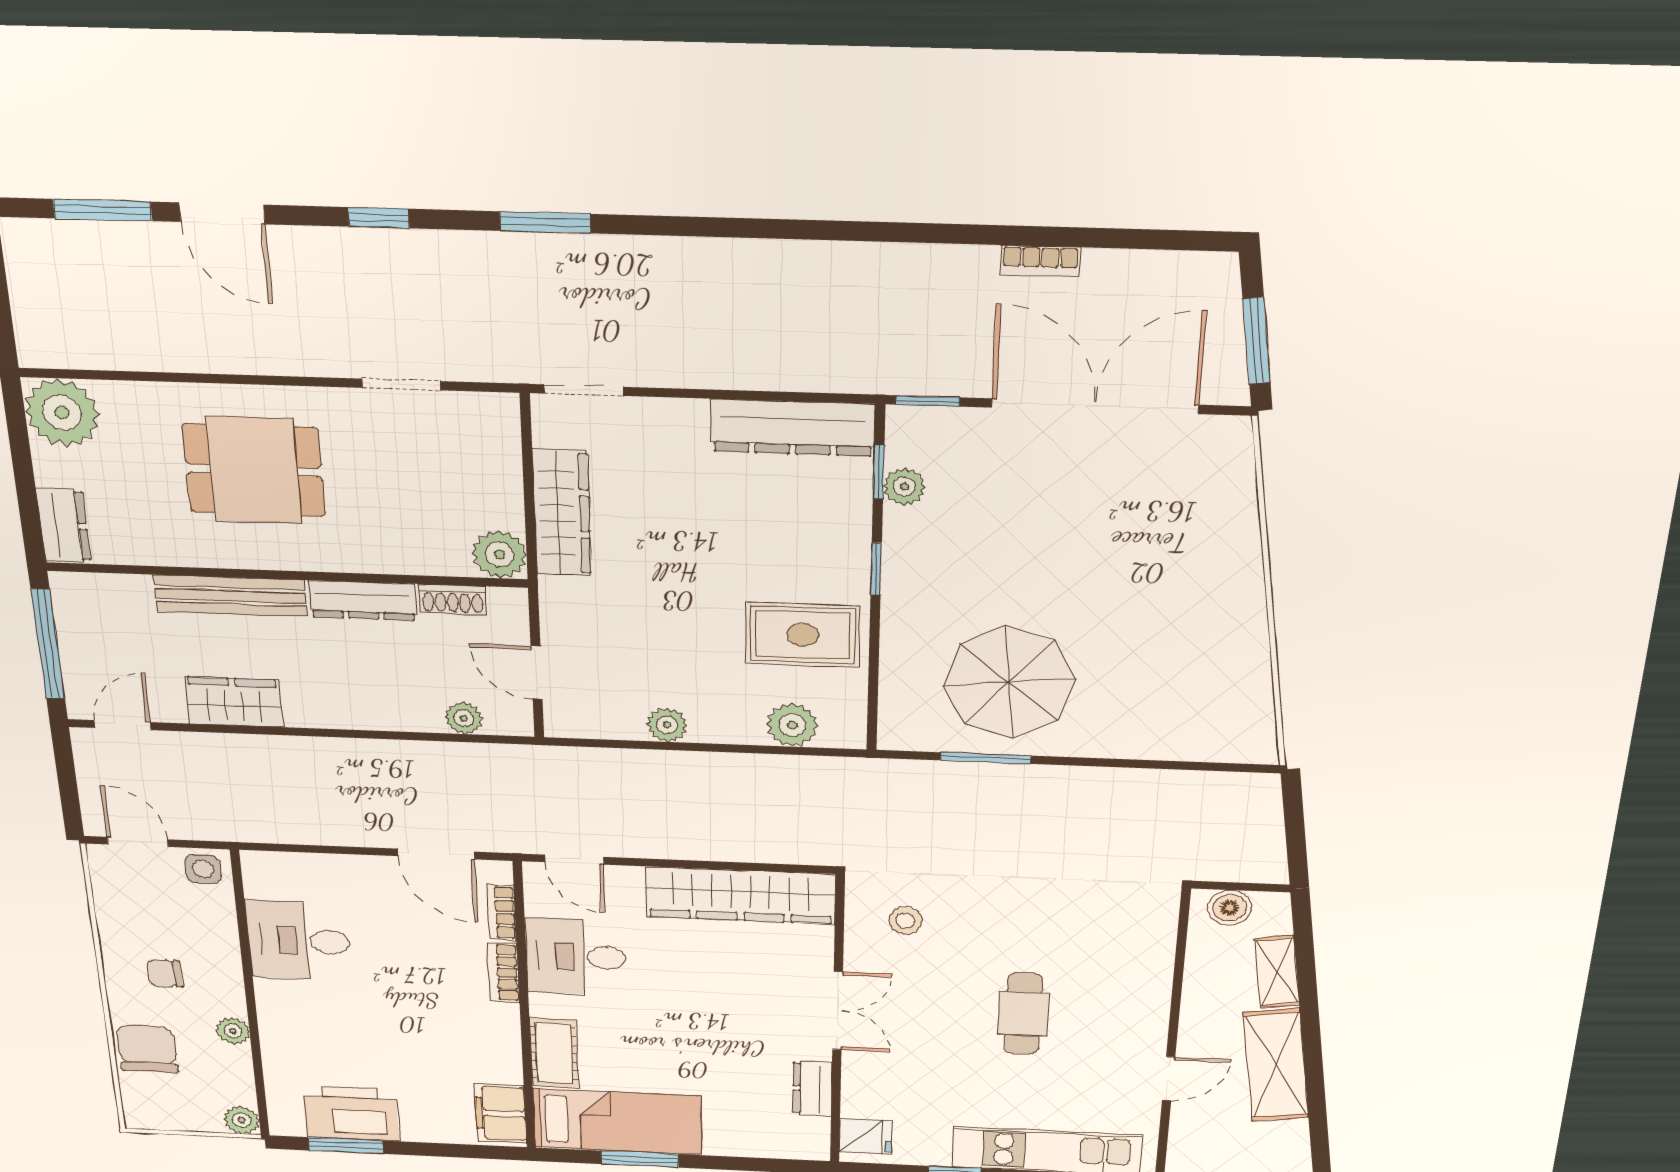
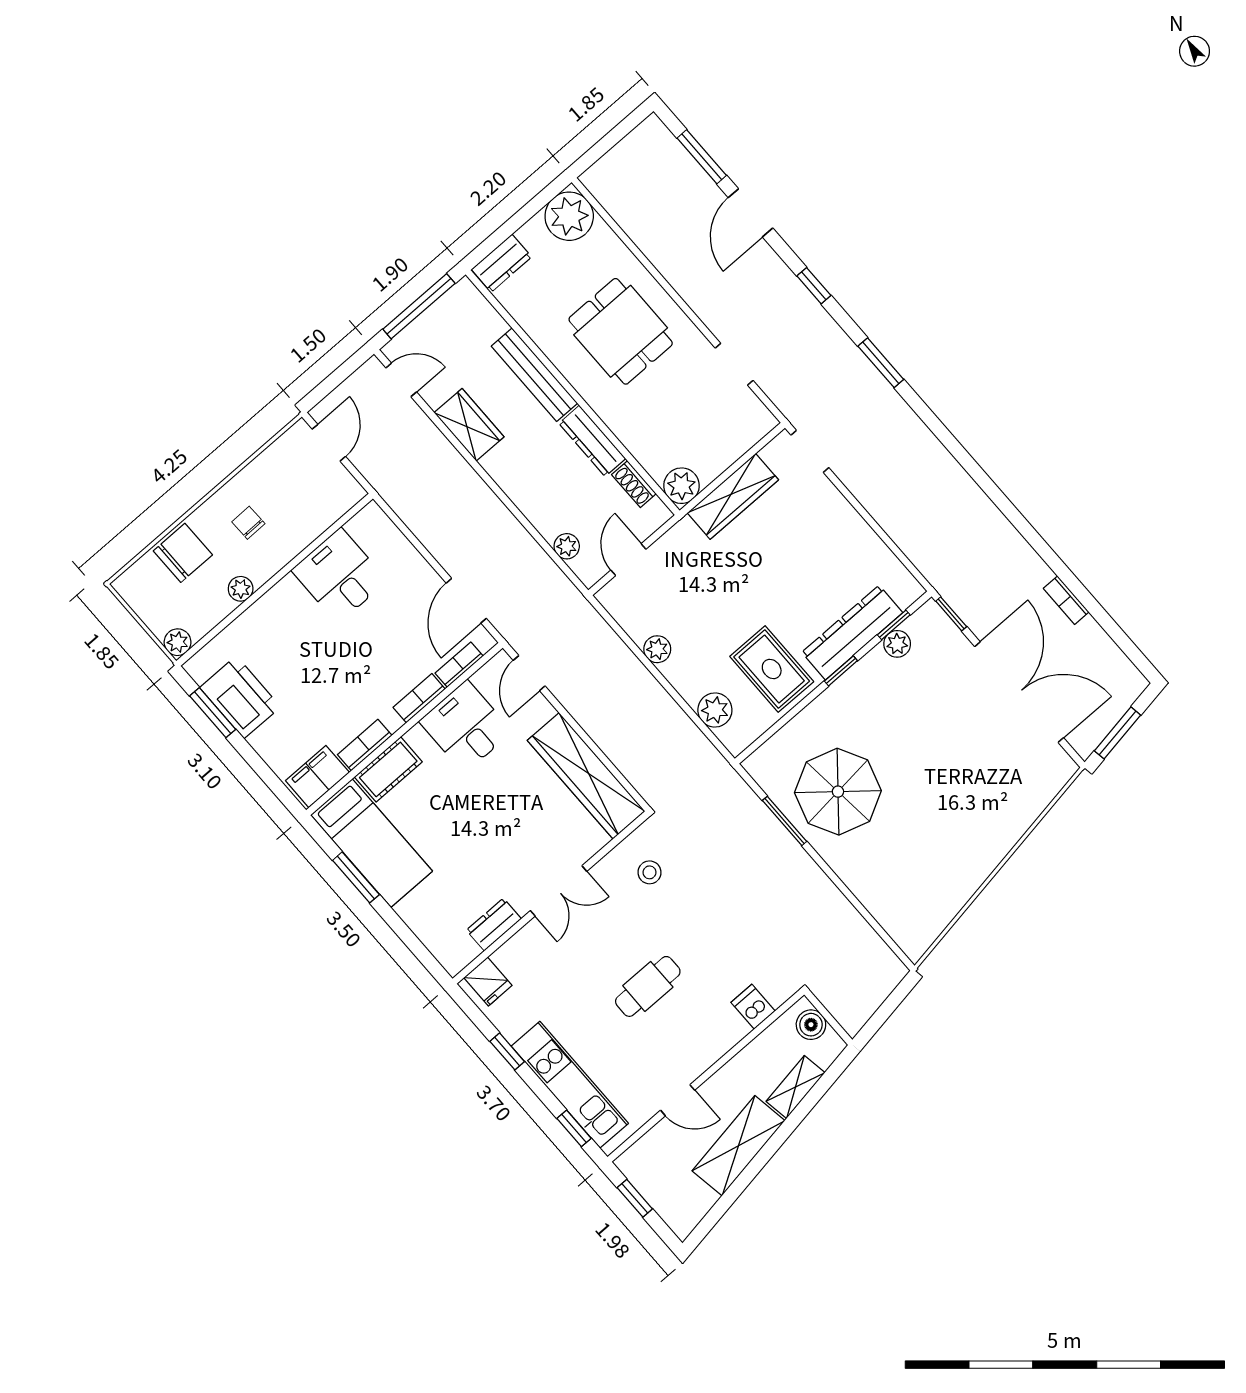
dresser: (793, 428) -> (852, 633), moved, turned 90
side table: (203, 869) -> (342, 490), removed
dishwasher: (1150, 942) -> (753, 1007), added
bookcase: (507, 1053) -> (365, 745), added

